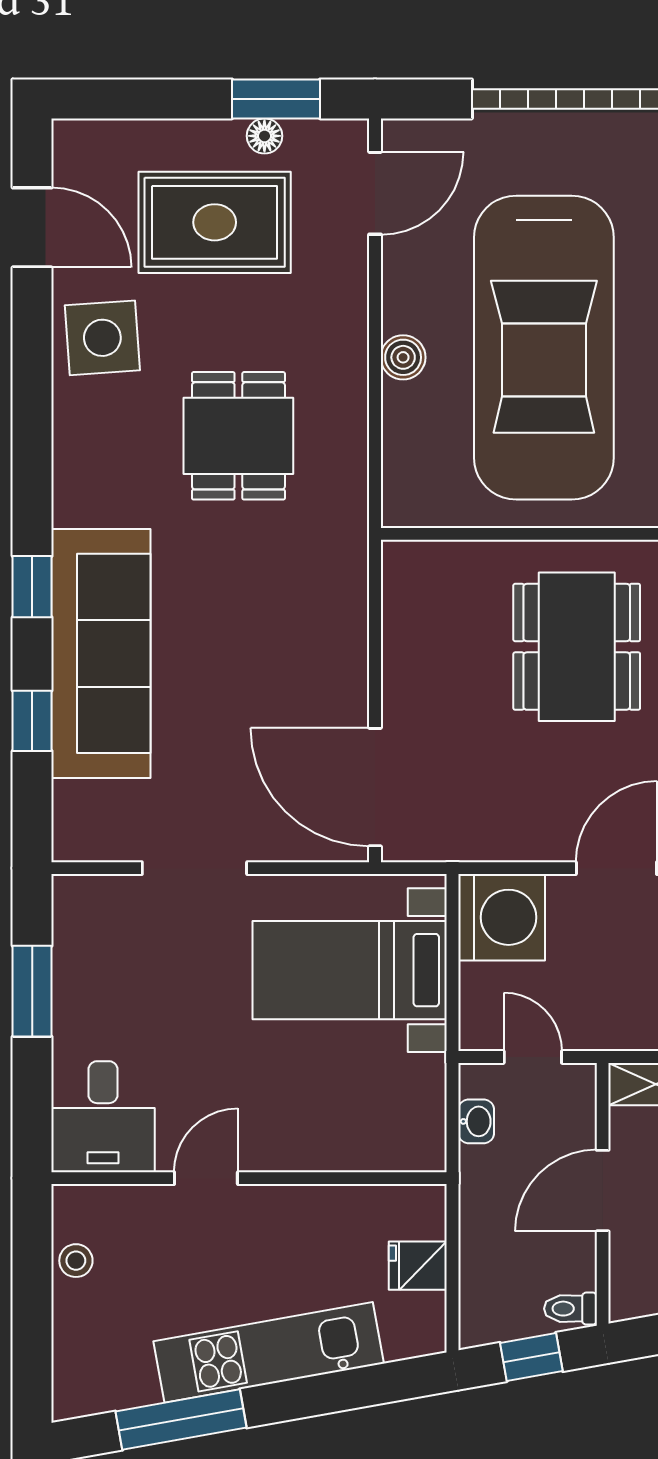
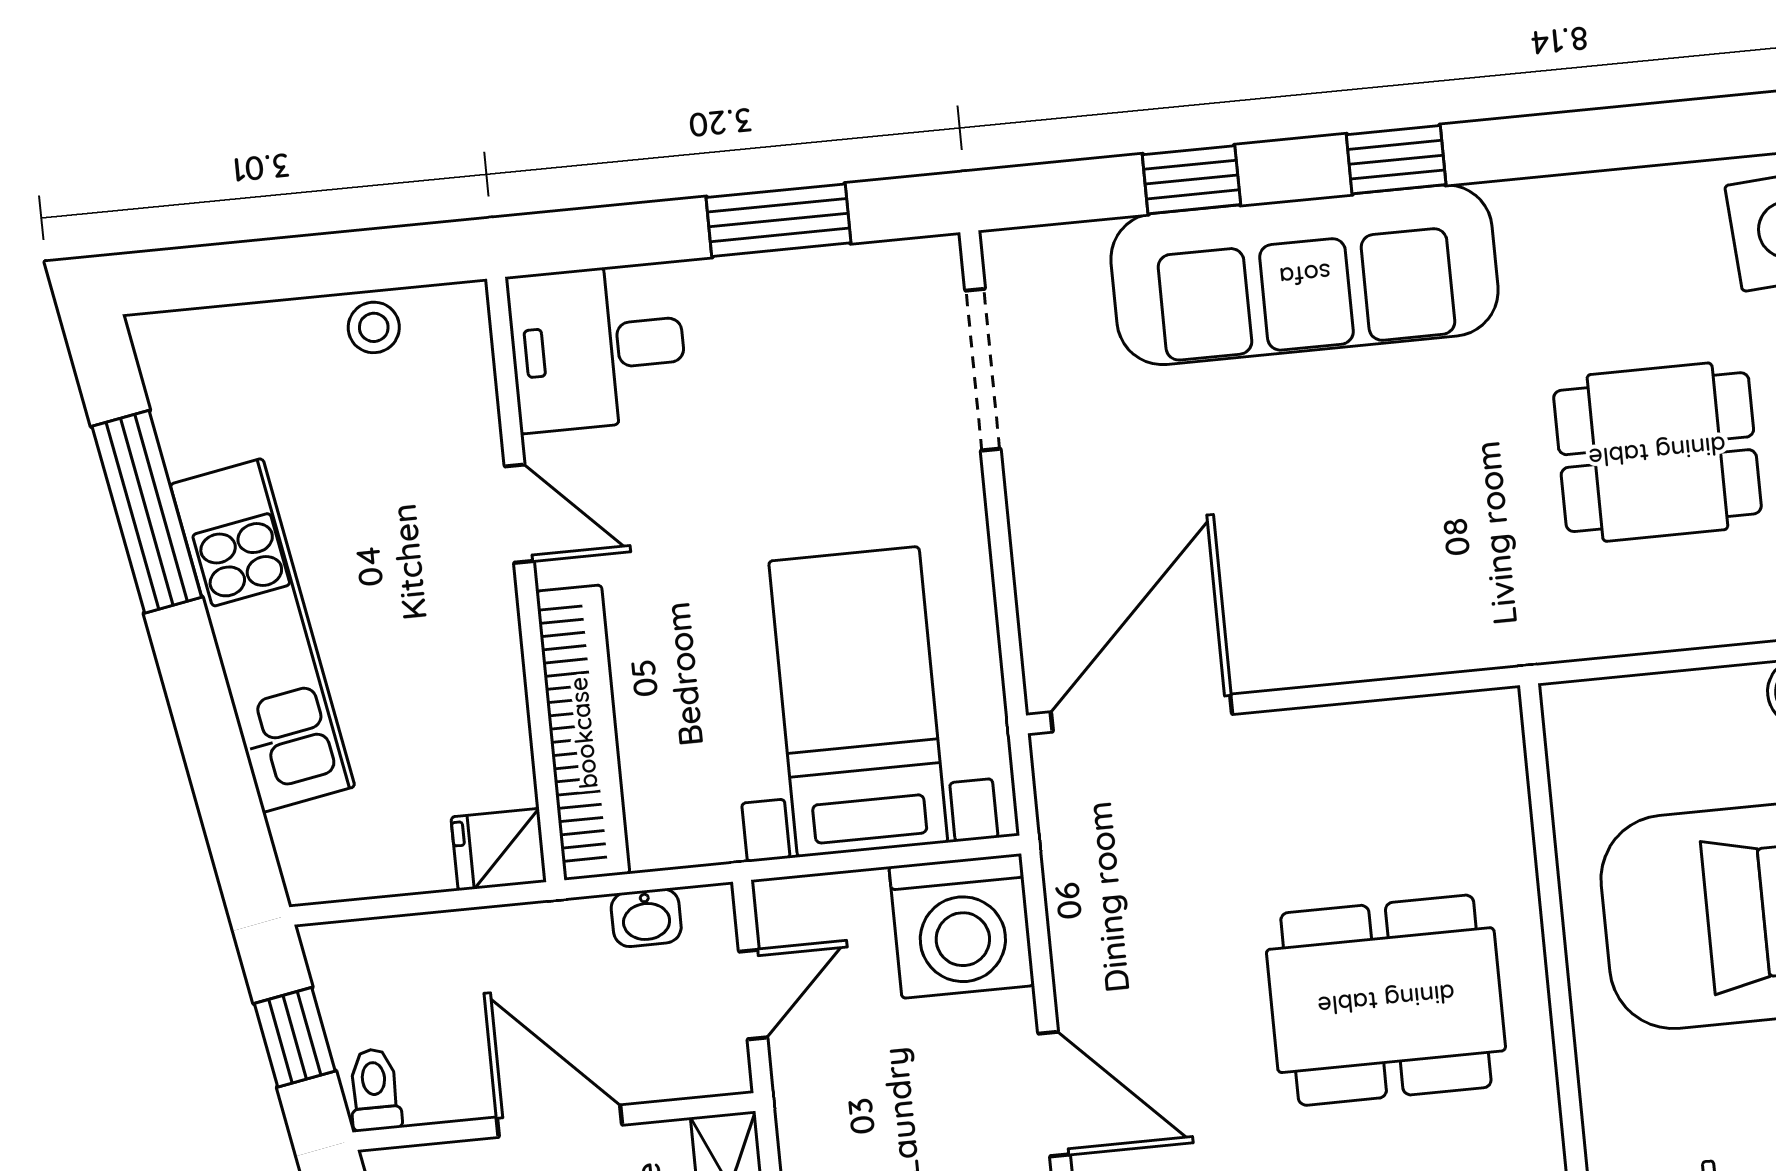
doorway: (194, 868) -> (983, 370), moved
bookcase: (352, 1151) -> (583, 733), added
fridge: (418, 1266) -> (499, 849), moved, turned -90

